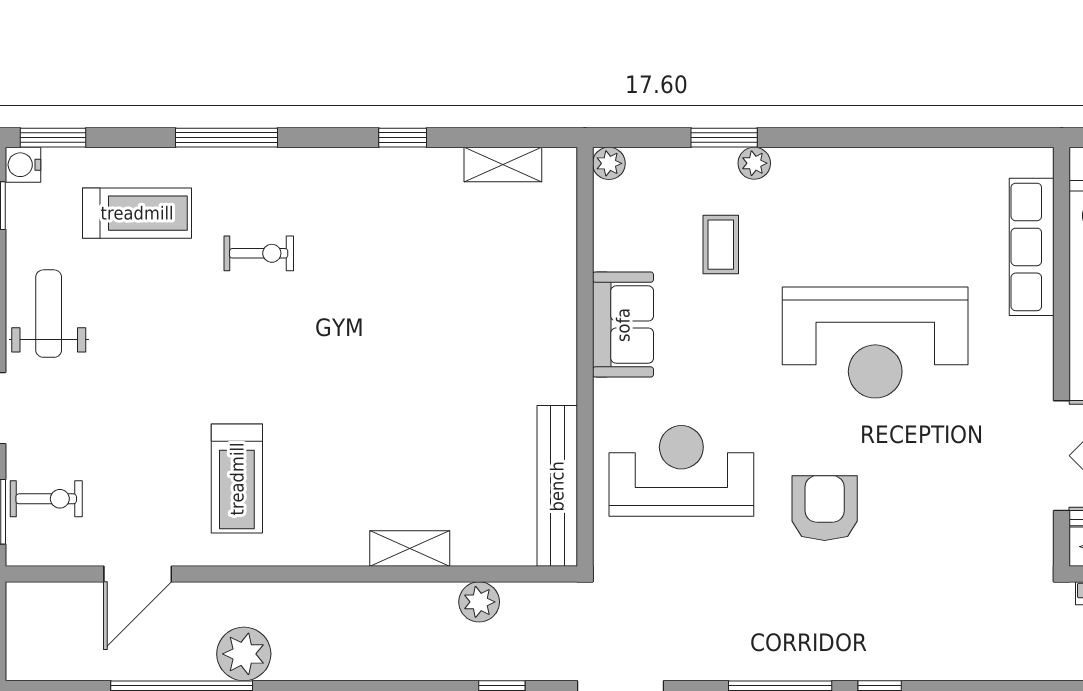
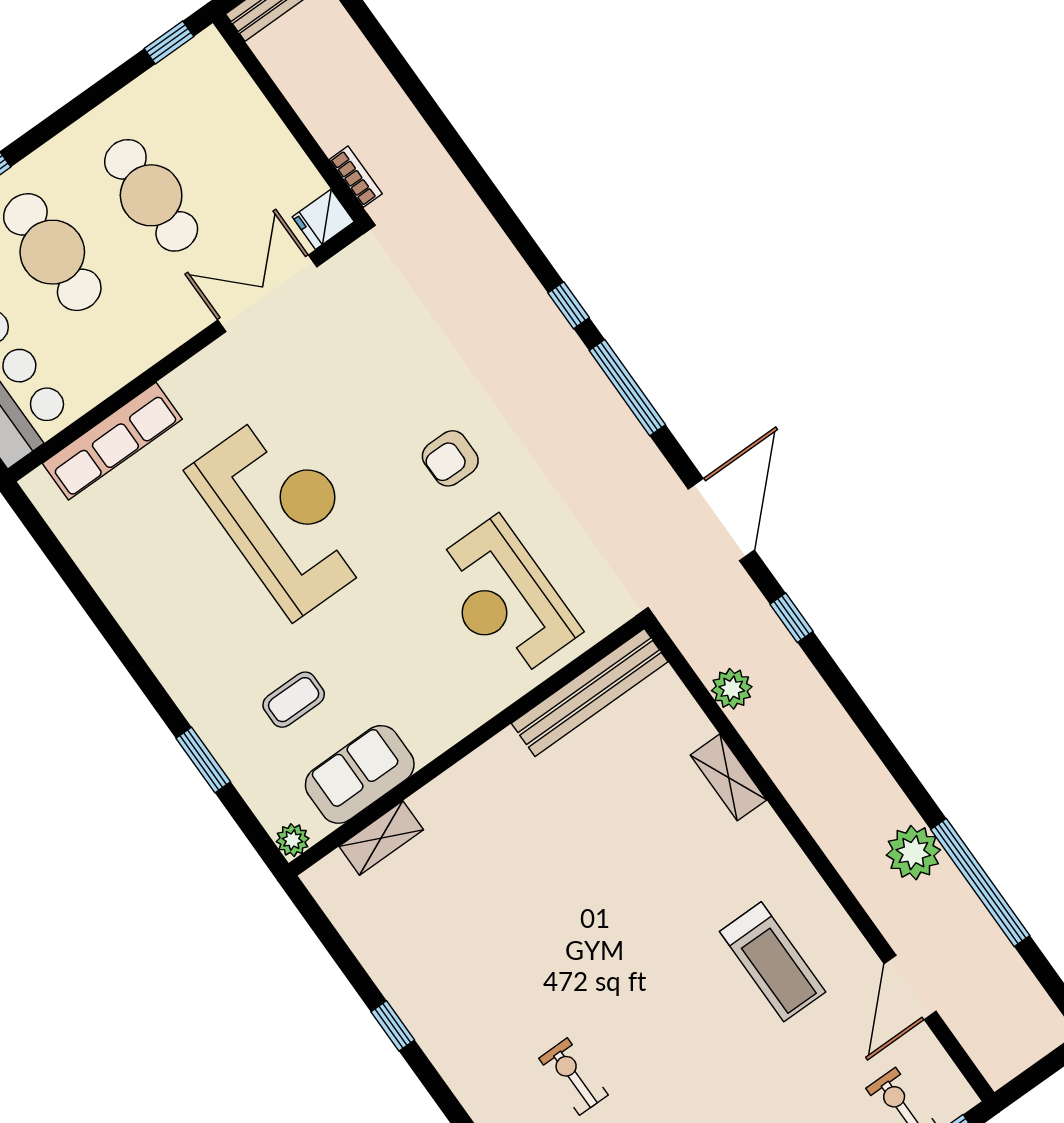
plant: (754, 163) -> (207, 720), removed
shelving: (503, 165) -> (381, 838), moved, turned 90
sofa: (623, 325) -> (360, 774), moved
treadmill: (237, 479) -> (773, 962), turned 90
armchair: (825, 508) -> (450, 458), width x0.72, depth x0.72
door: (138, 574) -> (910, 987), swing flipped

